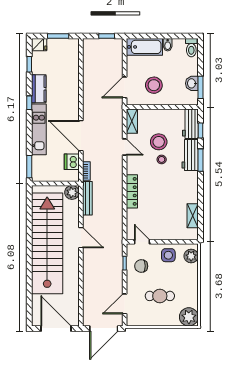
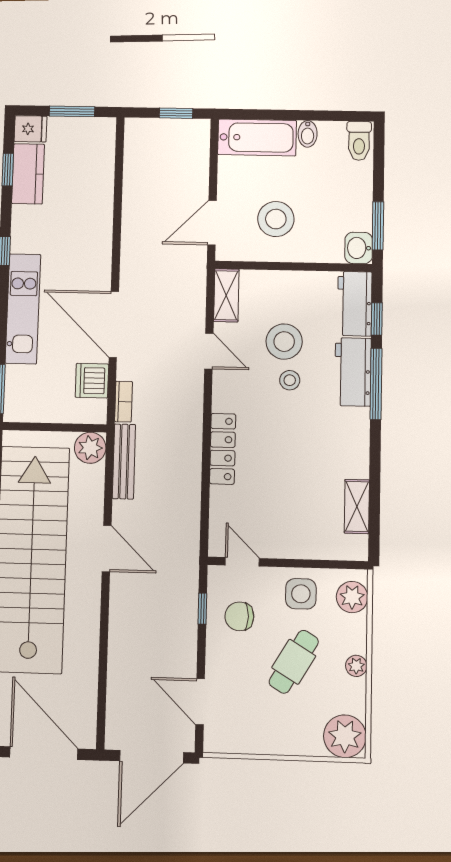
washbasin: (192, 83) -> (359, 248), moved
kitchen counter: (39, 89) -> (28, 174), moved
window: (200, 160) -> (376, 384), width x1.44
plant: (193, 286) -> (356, 666), added
cafe table: (160, 296) -> (294, 662), moved, turned -59
door: (125, 304) -> (200, 702), hinge flipped

